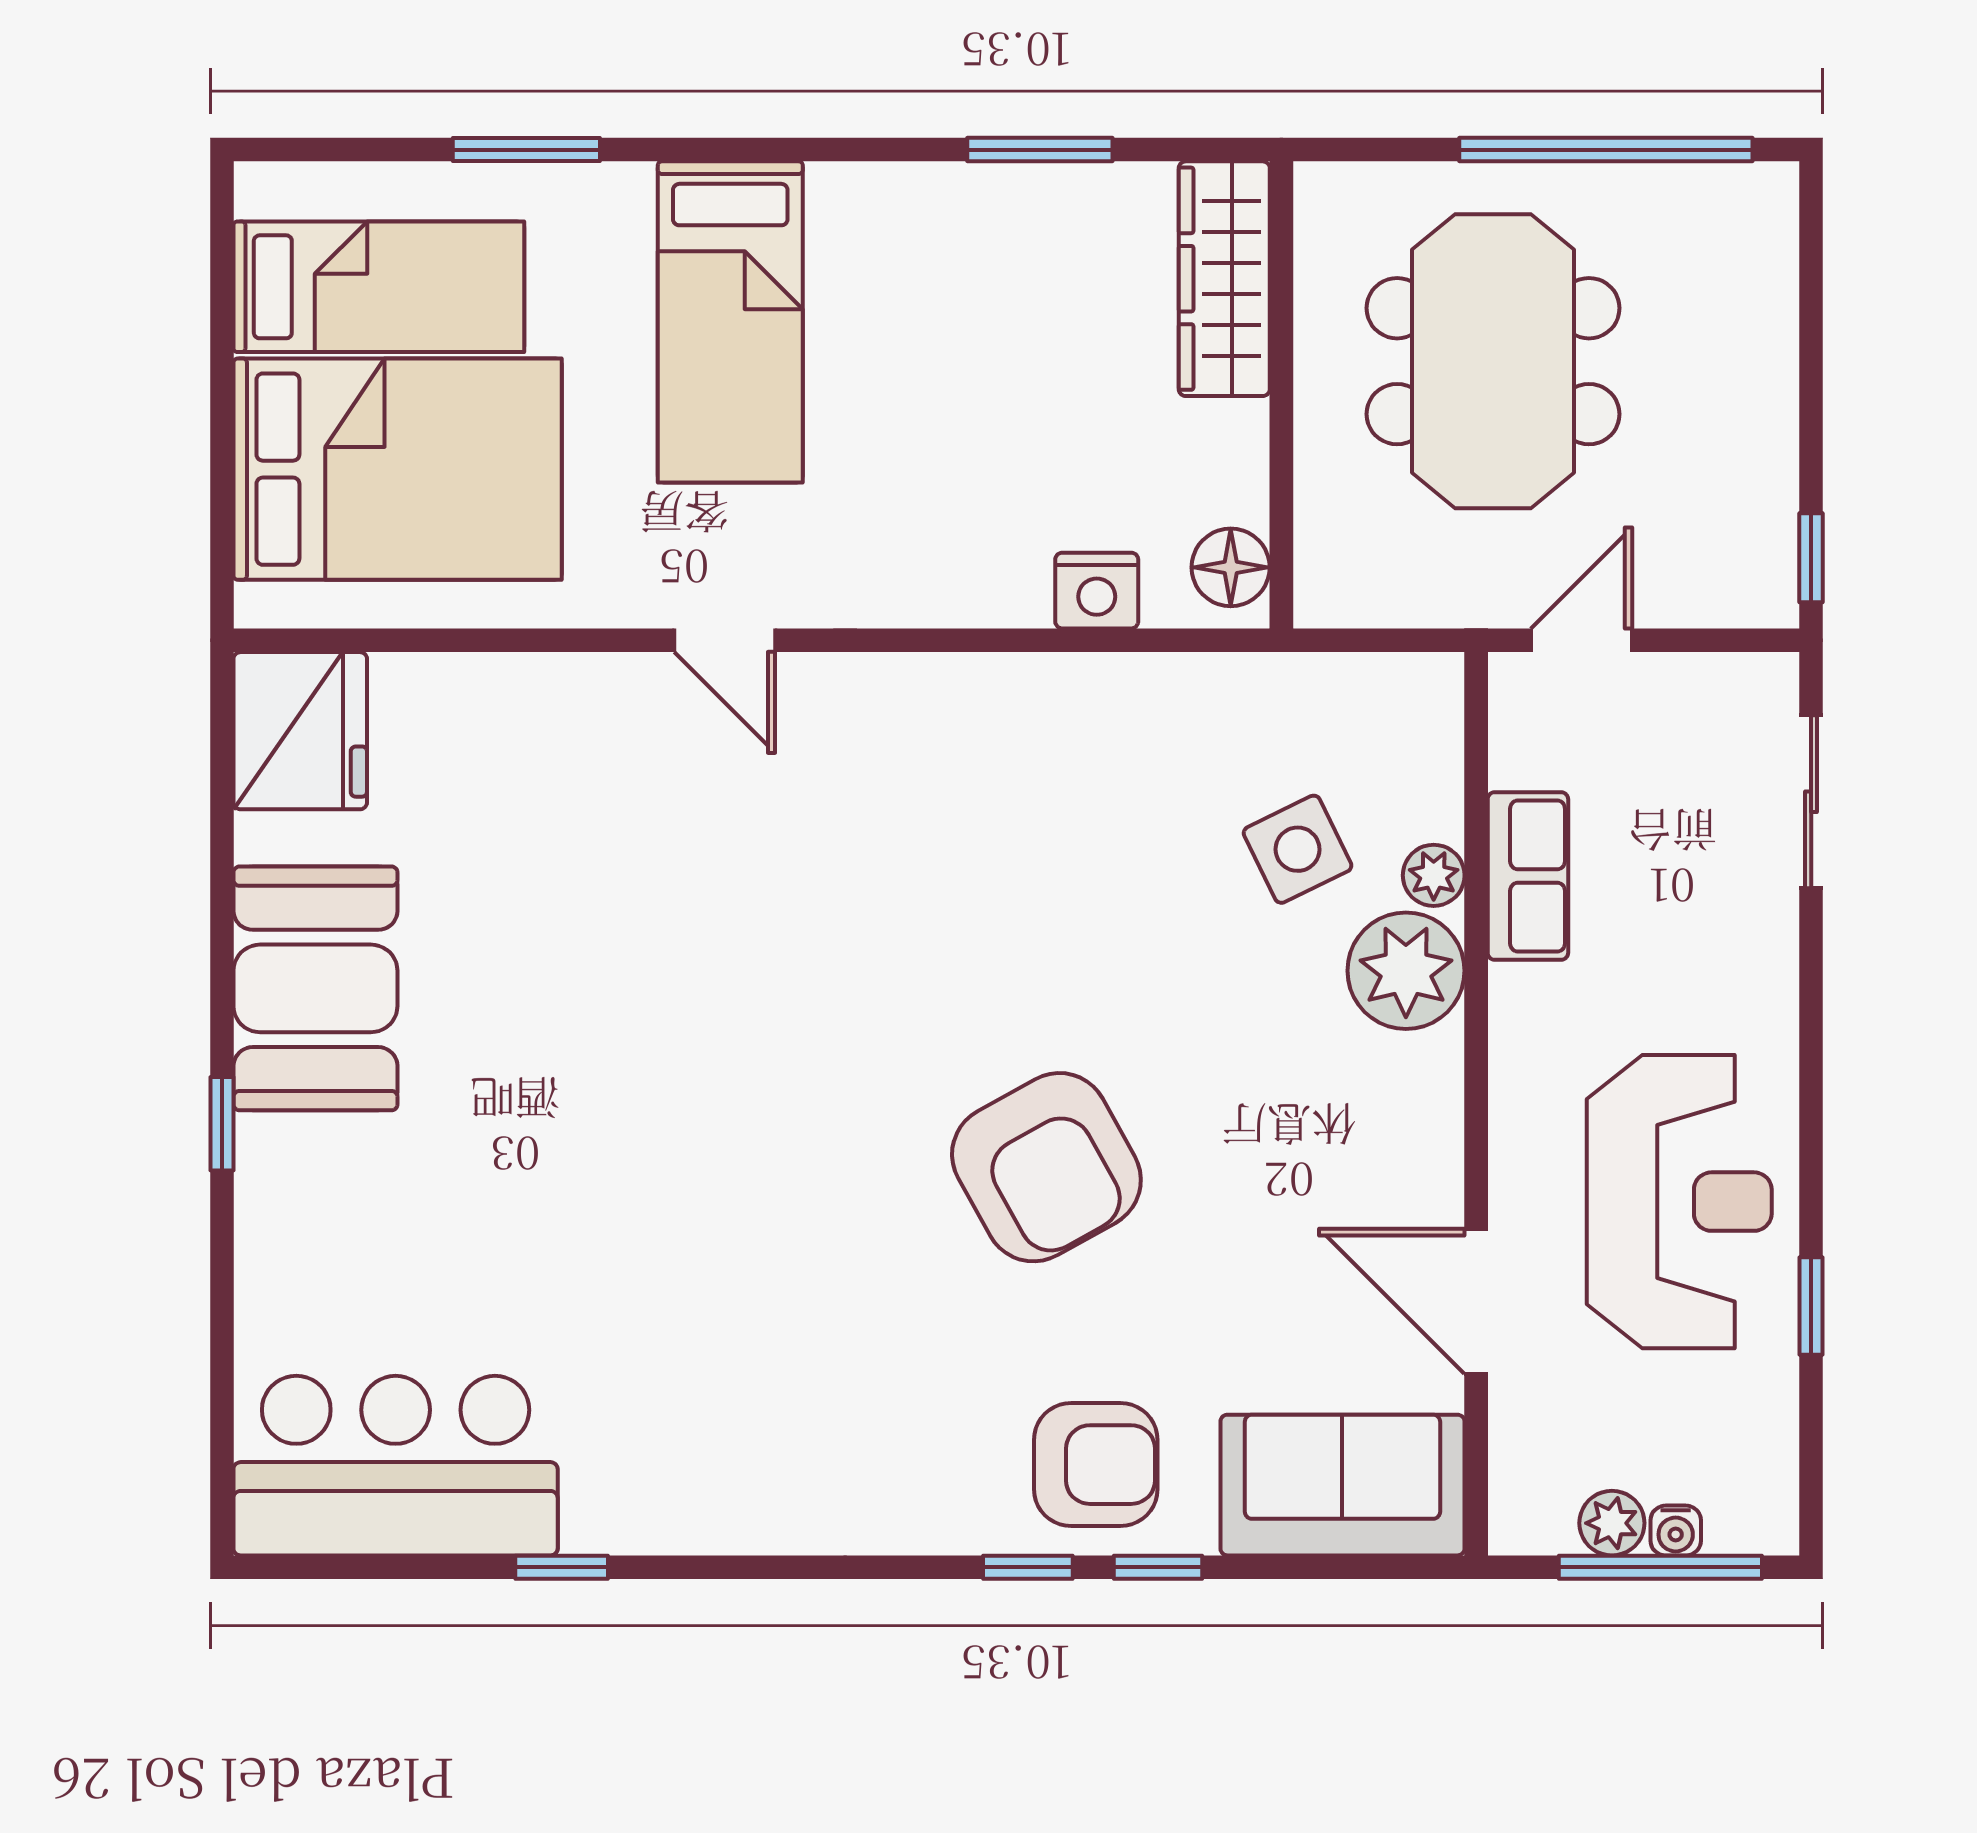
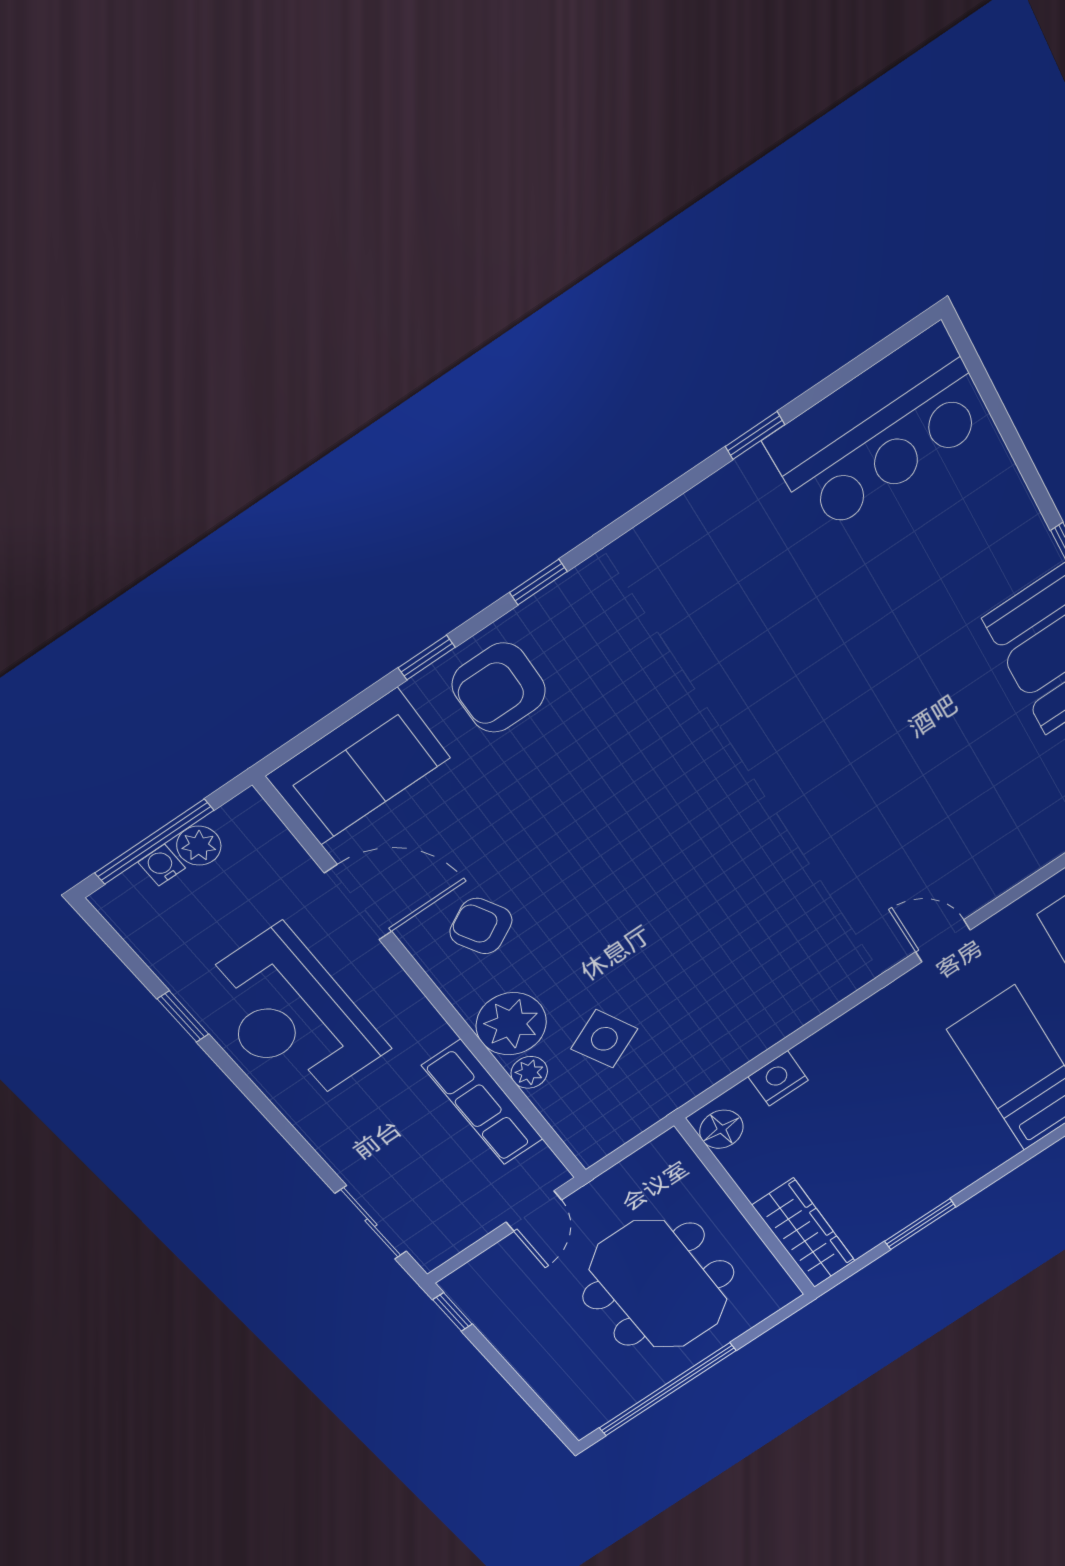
row of seats: (1528, 876) -> (483, 1103), width x1.48
armchair: (1046, 1167) -> (481, 926), moved, width x0.53, depth x0.53
window: (1028, 1567) -> (538, 582), moved

